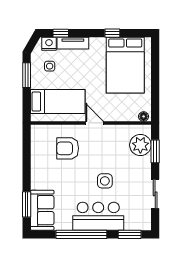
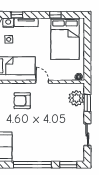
side table: (105, 181) -> (50, 125), removed
bar counter: (98, 216) -> (45, 151), removed

